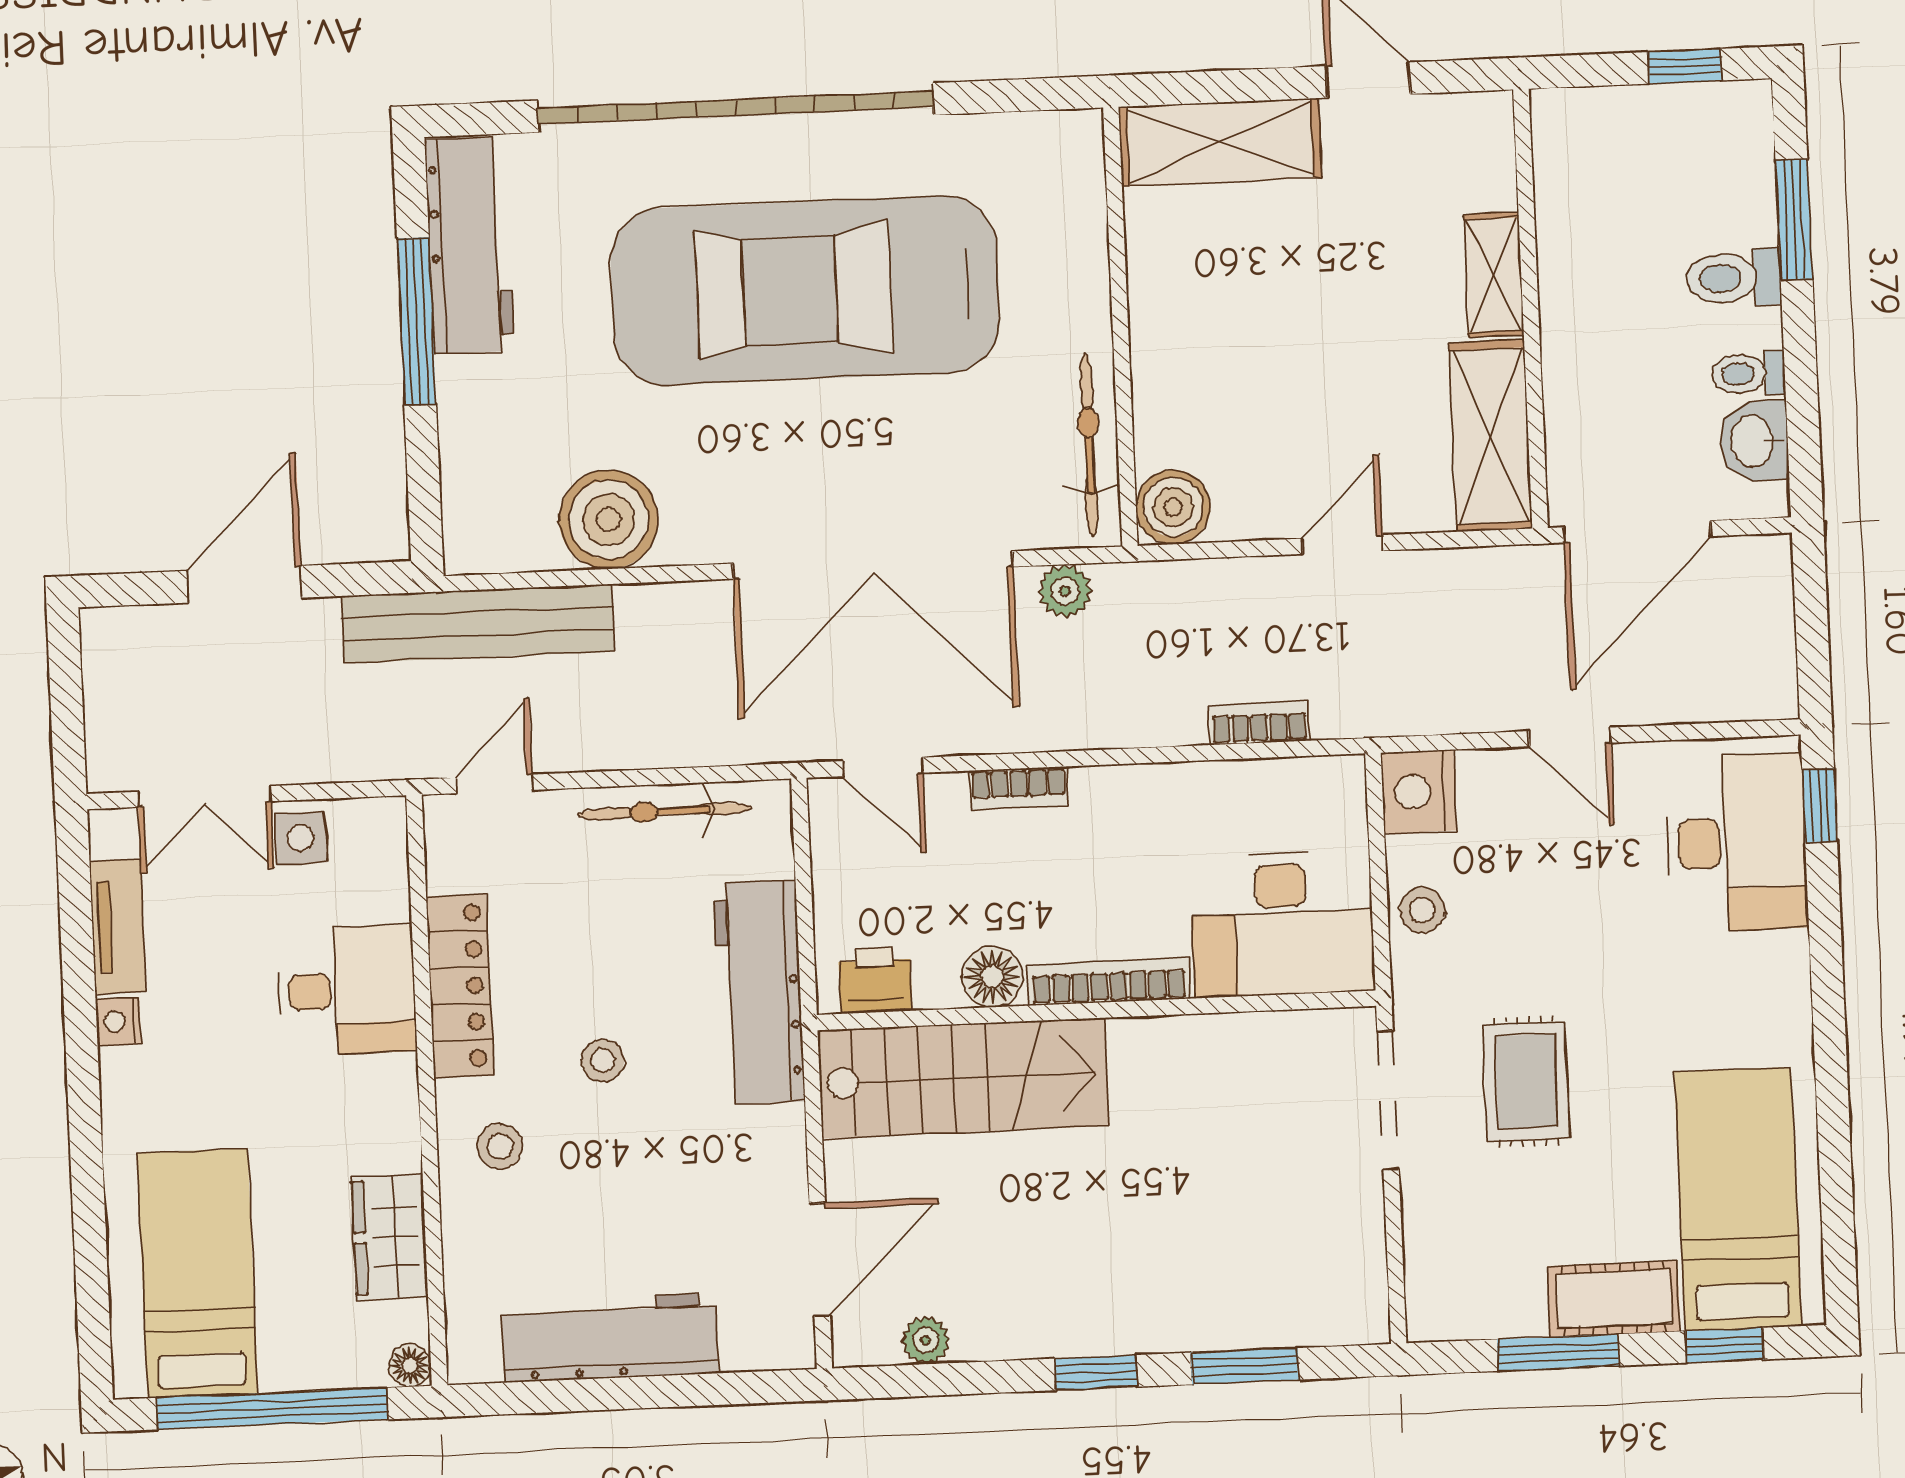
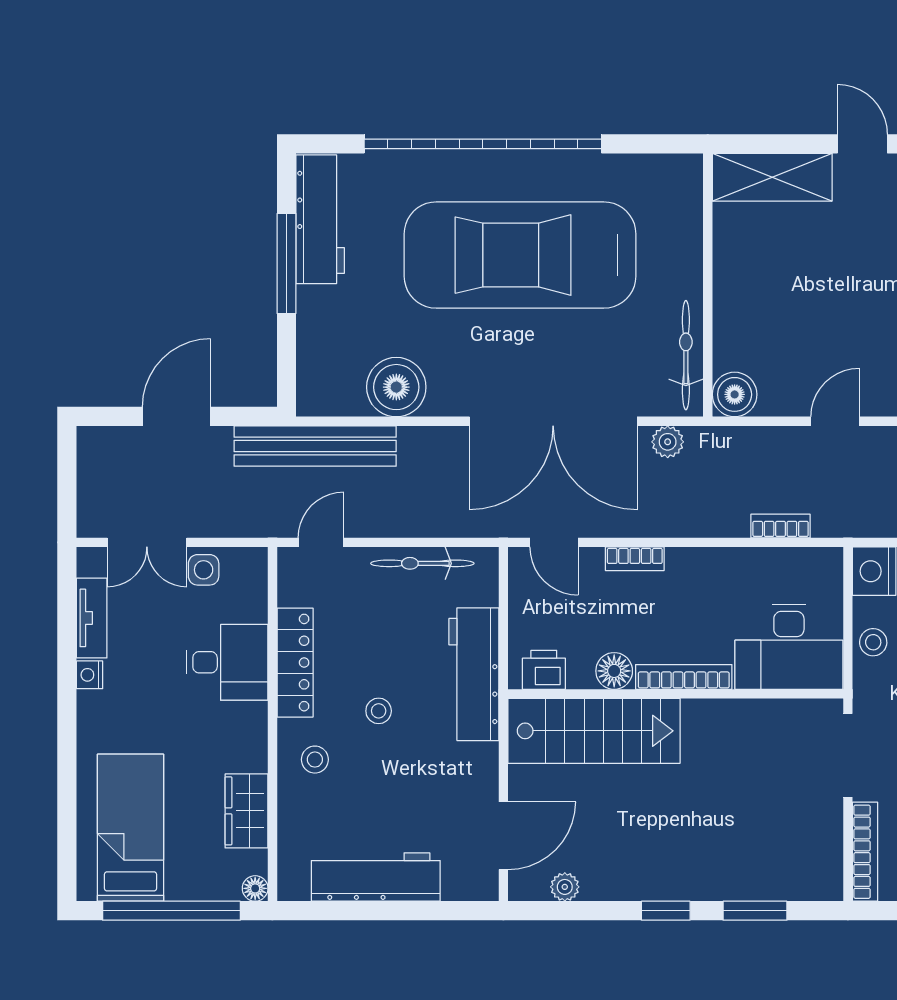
bookcase: (1424, 1260) -> (865, 852), added

